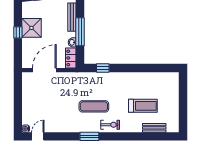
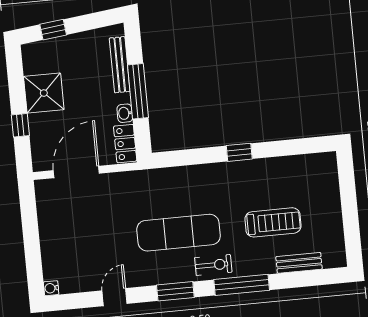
window: (18, 32) -> (20, 125), moved
window: (103, 68) -> (239, 152), moved
exercise mat: (94, 106) -> (179, 233), width x1.36, depth x1.45
door: (38, 136) -> (114, 297), moved
window: (124, 136) -> (242, 285), added

